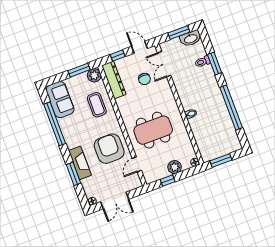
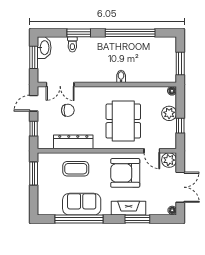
plant: (94, 75) -> (169, 160), moved
dresser: (114, 80) -> (73, 142), moved
sofa: (60, 100) -> (82, 204), moved

